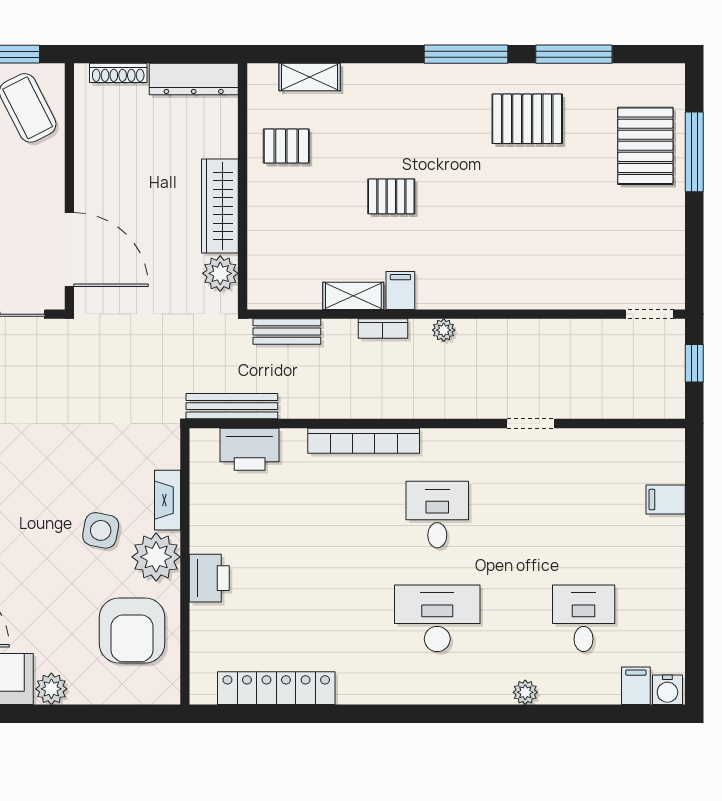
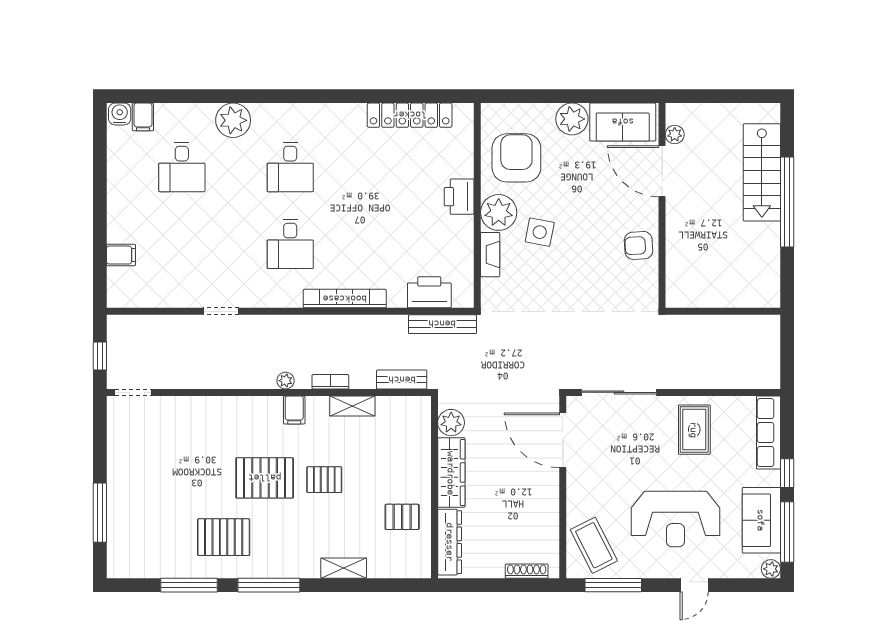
shelving: (310, 77) -> (344, 568), moved
dresser: (194, 79) -> (450, 542), moved, turned 90
pallet: (645, 146) -> (265, 478), moved, turned 90
filing cabinet: (400, 290) -> (294, 410), moved
desk: (437, 618) -> (290, 167), width x0.73
plant: (51, 689) -> (572, 119), width x1.36, depth x1.36
plant: (525, 692) -> (233, 120), width x1.88, depth x1.88

